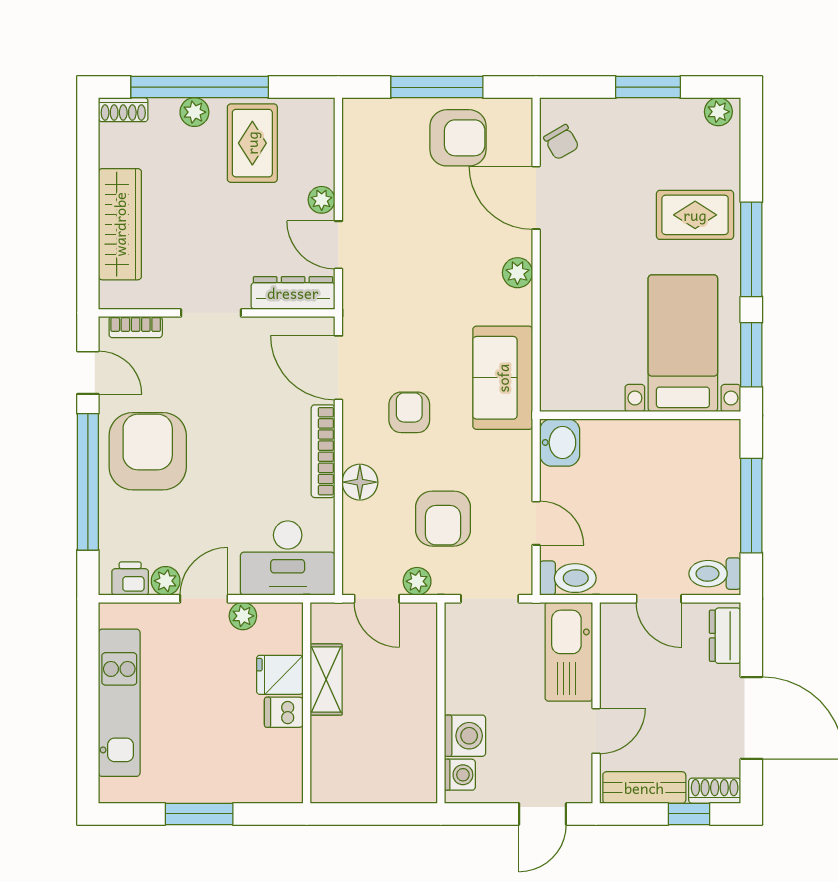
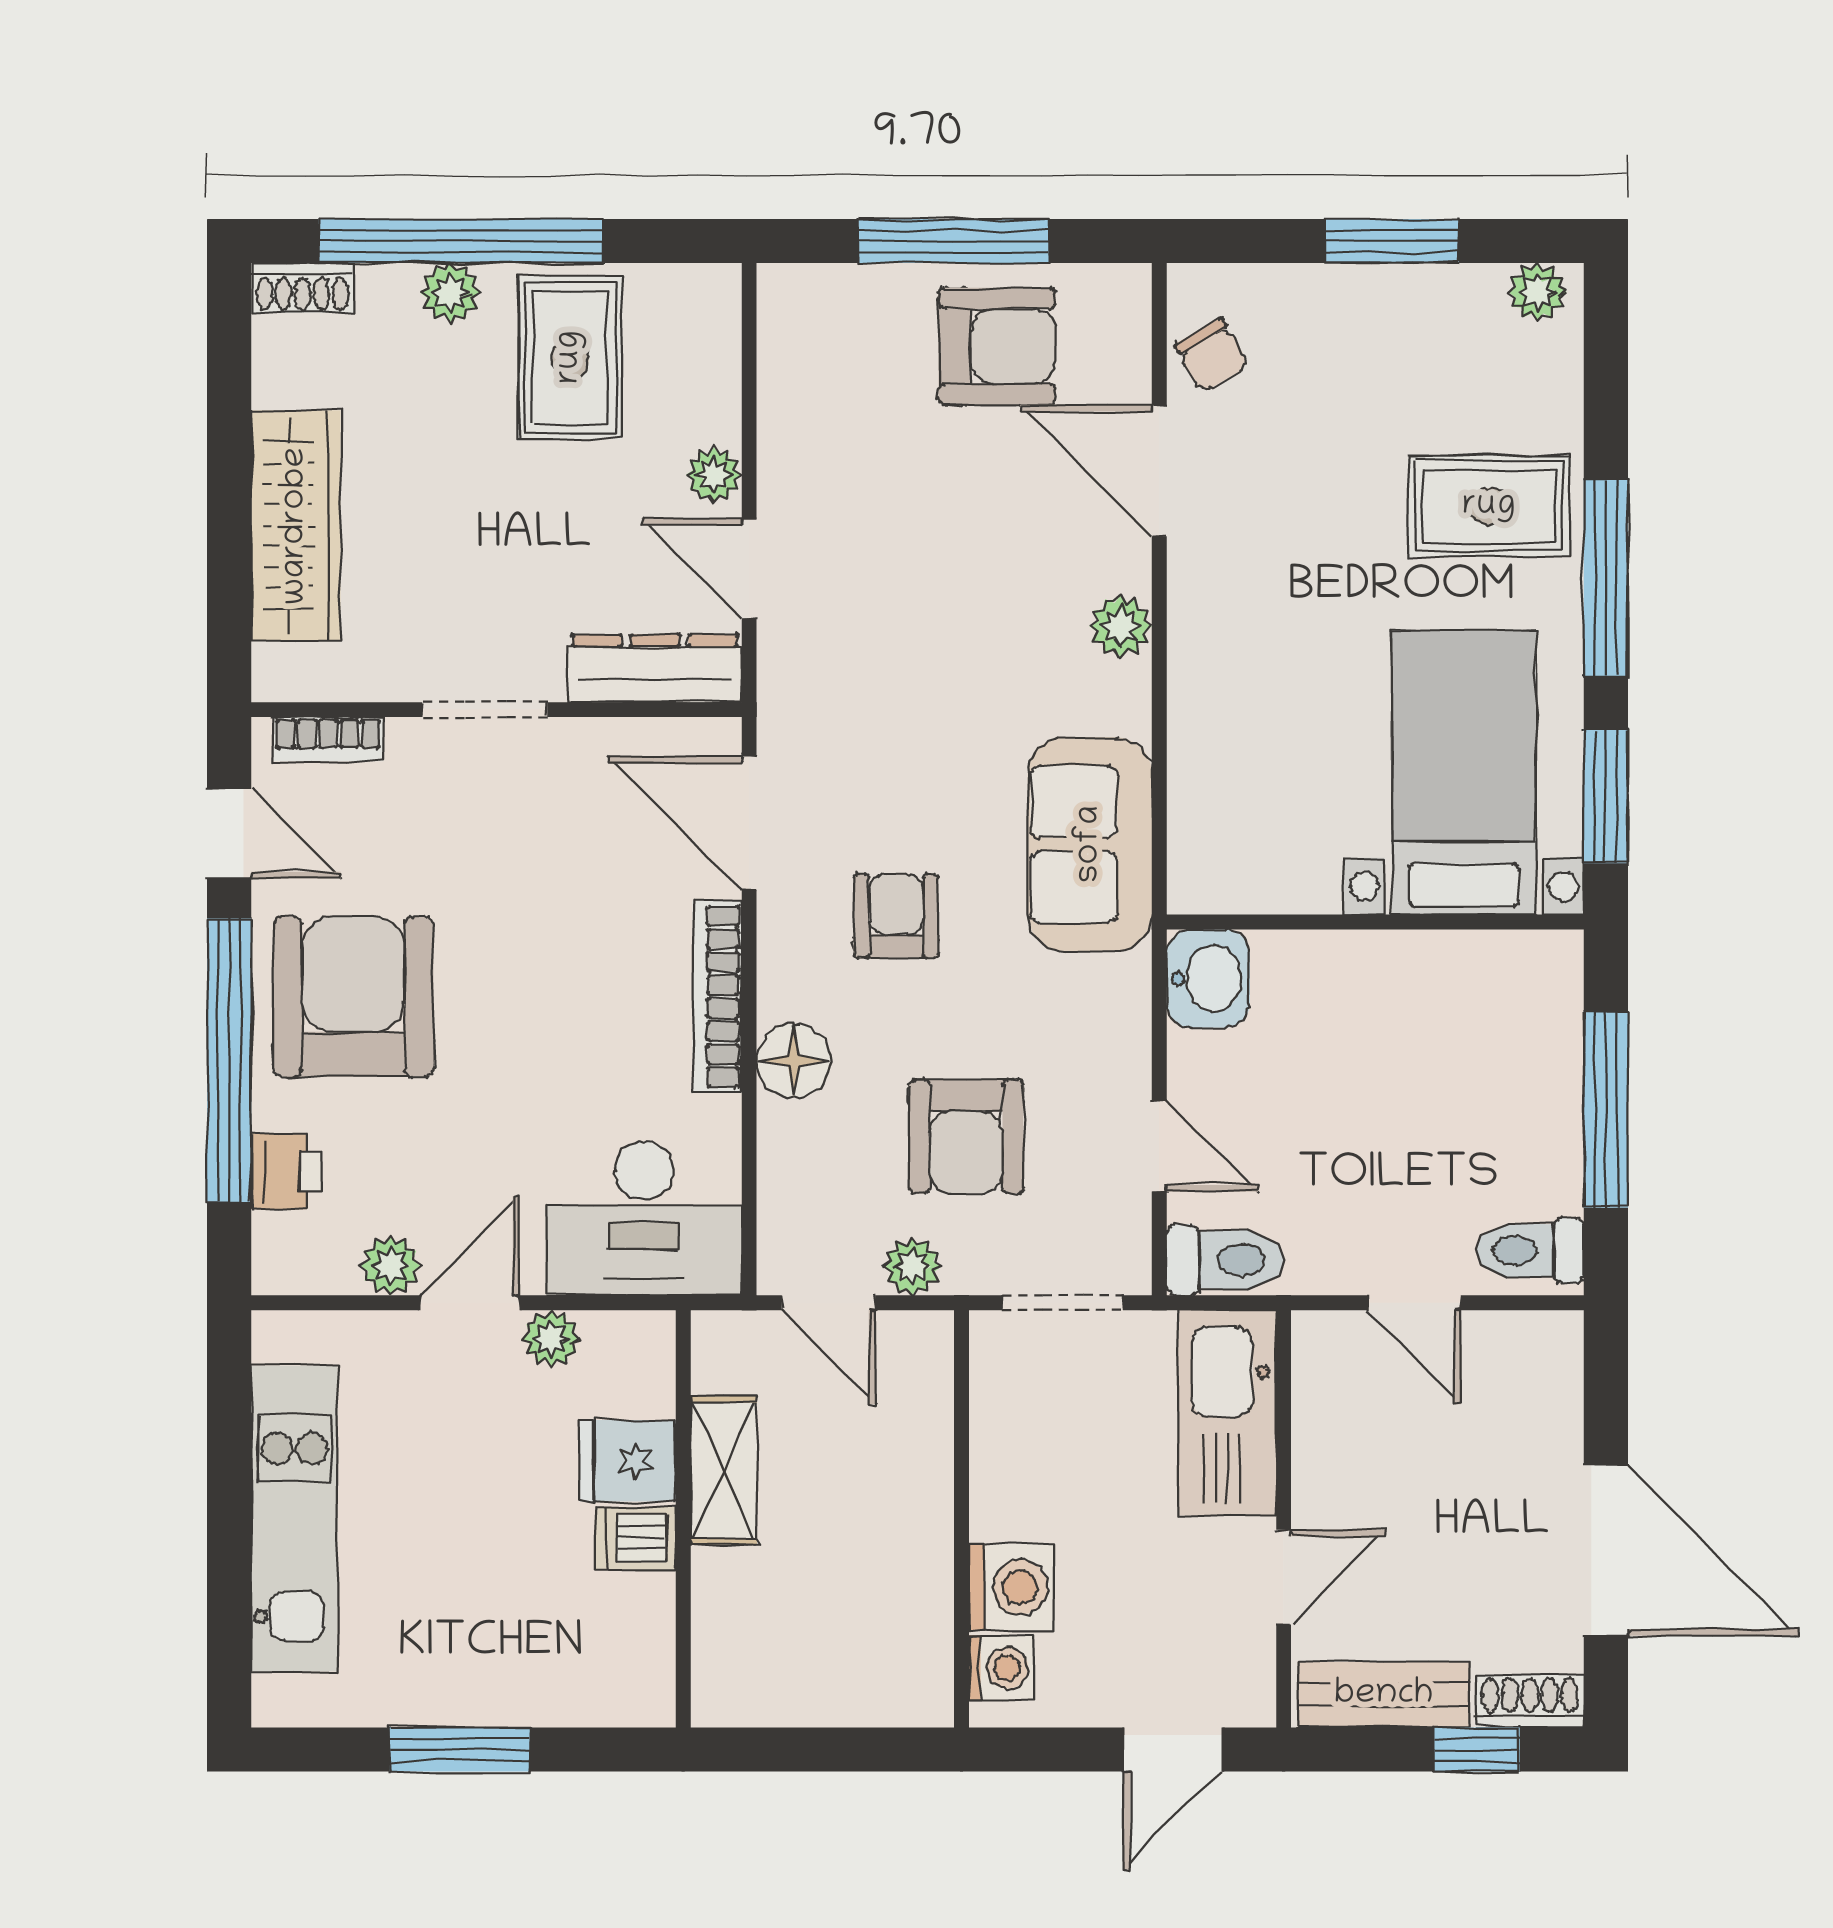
printer: (130, 579) -> (286, 1171), moved, turned 90
dresser: (725, 636) -> (1551, 1380), removed

